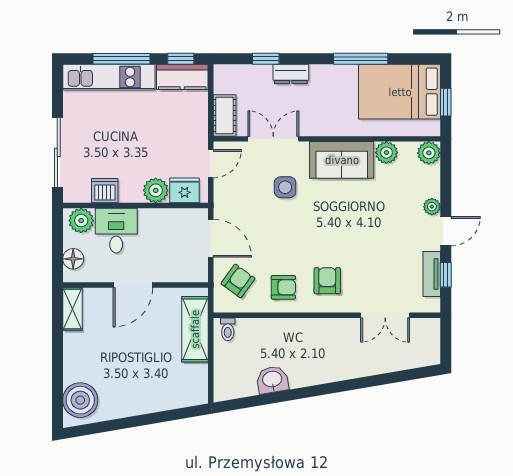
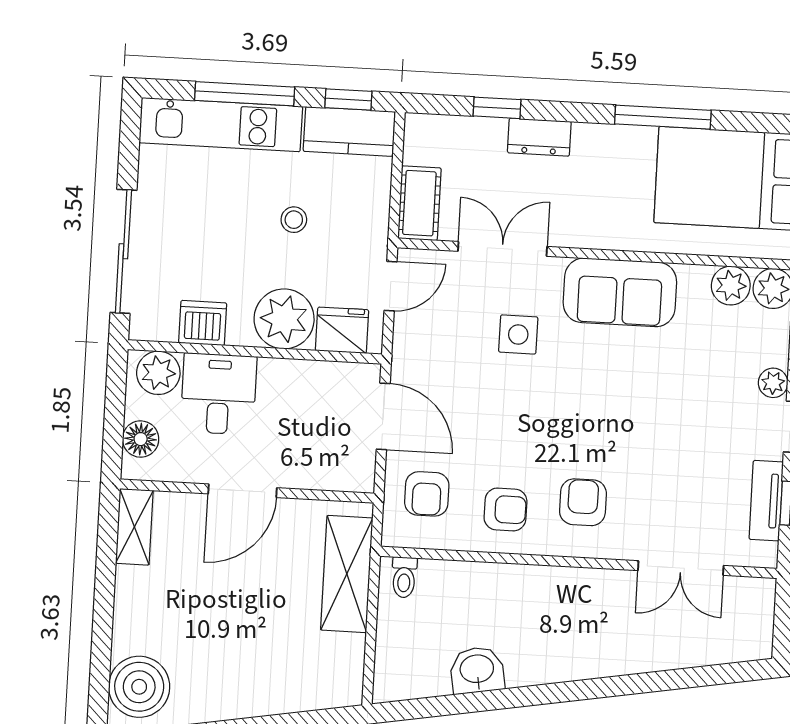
stool: (153, 129) -> (294, 220), added
plant: (386, 153) -> (731, 286), moved
plant: (156, 190) -> (284, 319), width x1.36, depth x1.36
armchair: (238, 281) -> (427, 494), turned 144

